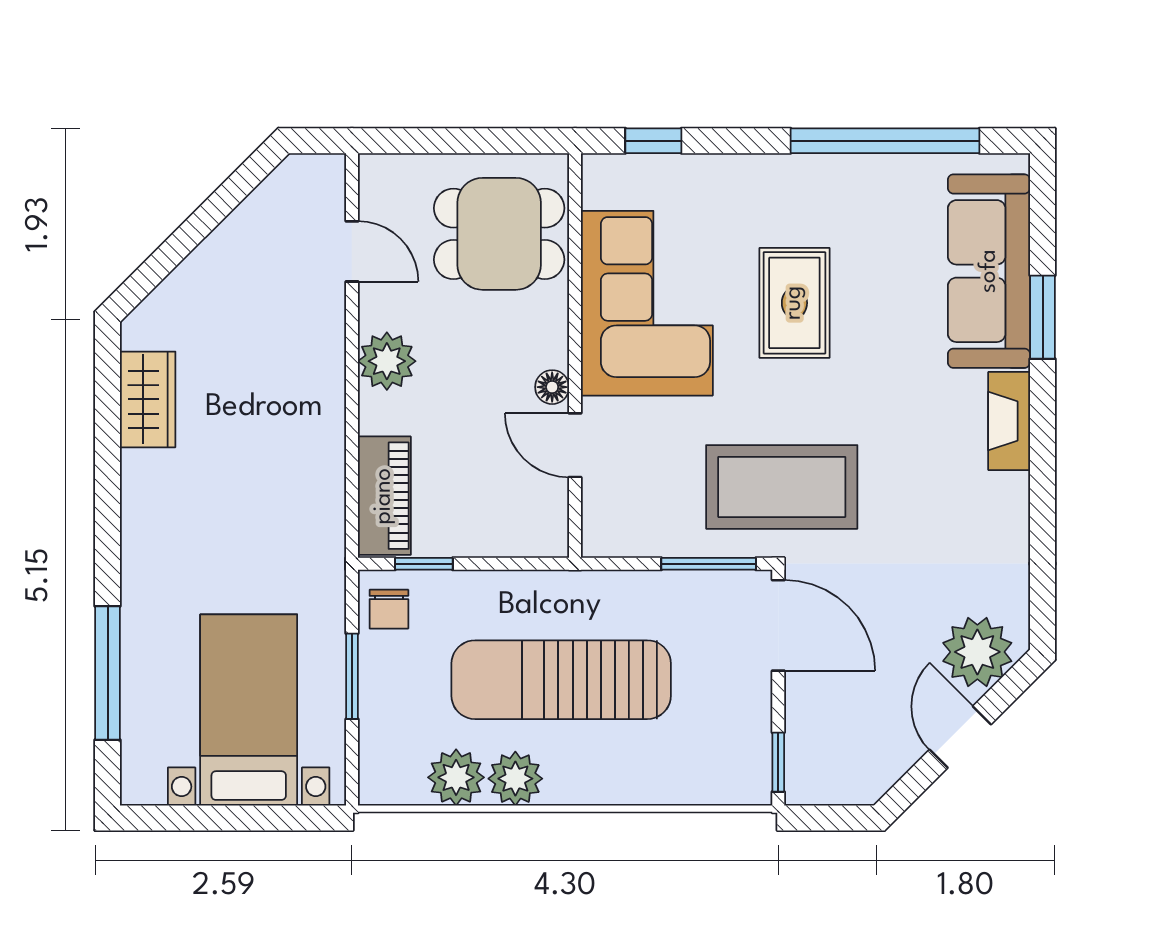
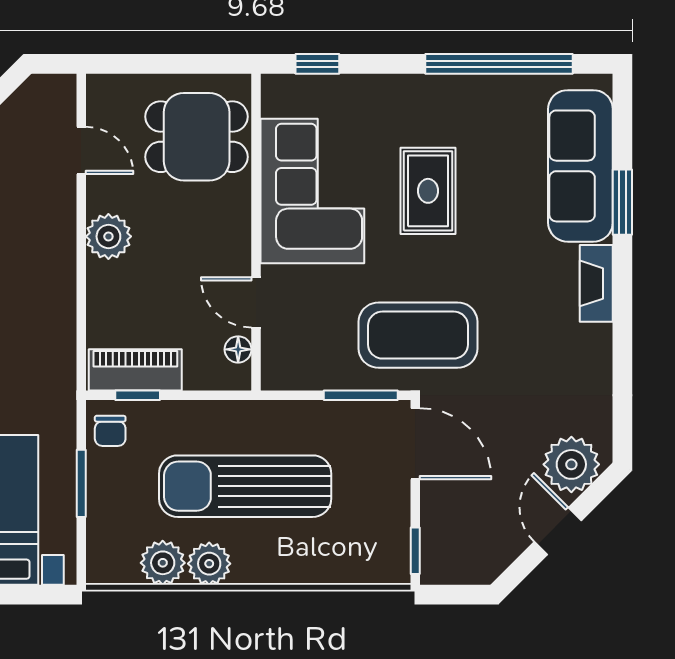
floor lamp: (552, 387) -> (238, 349), moved
piano: (384, 496) -> (135, 370), moved, turned -90

